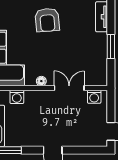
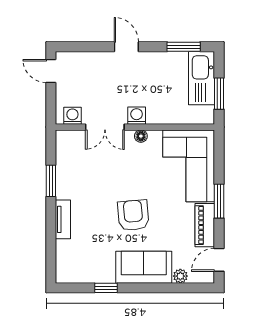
washing machine: (17, 97) -> (137, 116), moved

